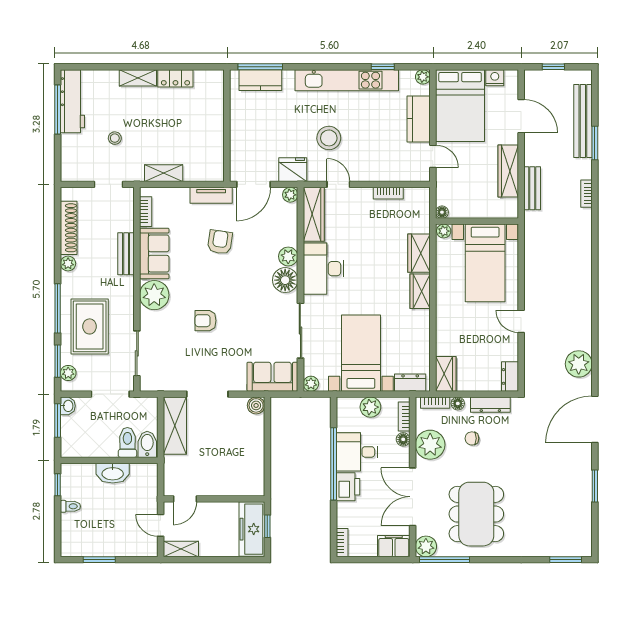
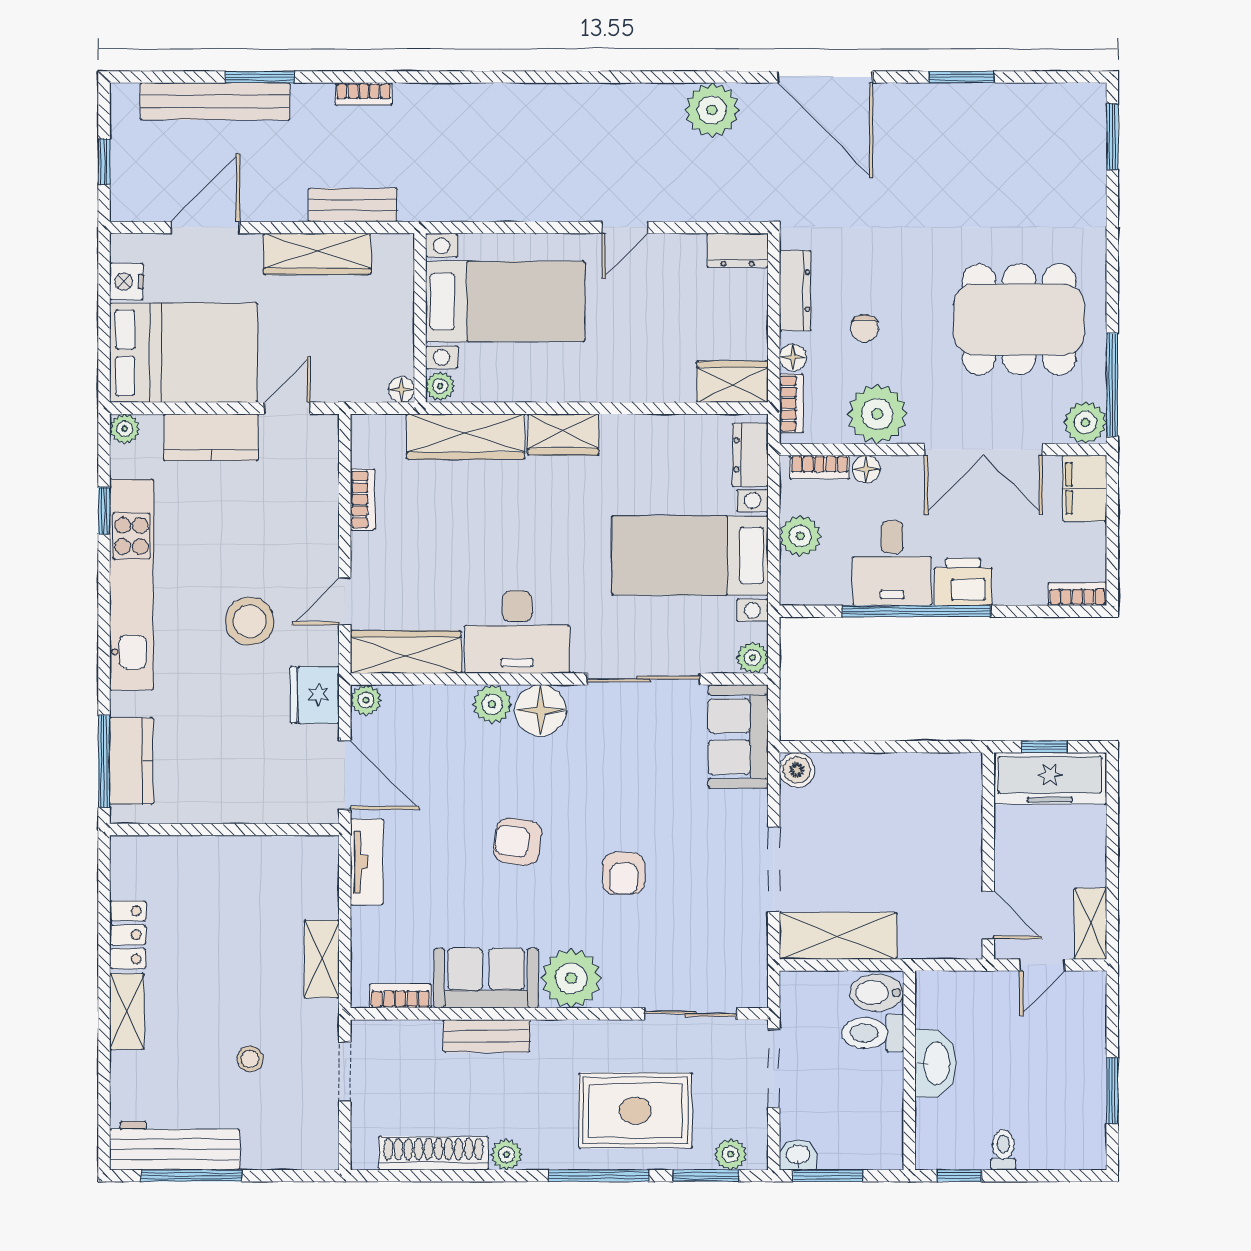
armchair: (220, 242) -> (518, 842), moved
wardrobe: (419, 253) -> (466, 437), width x1.50

